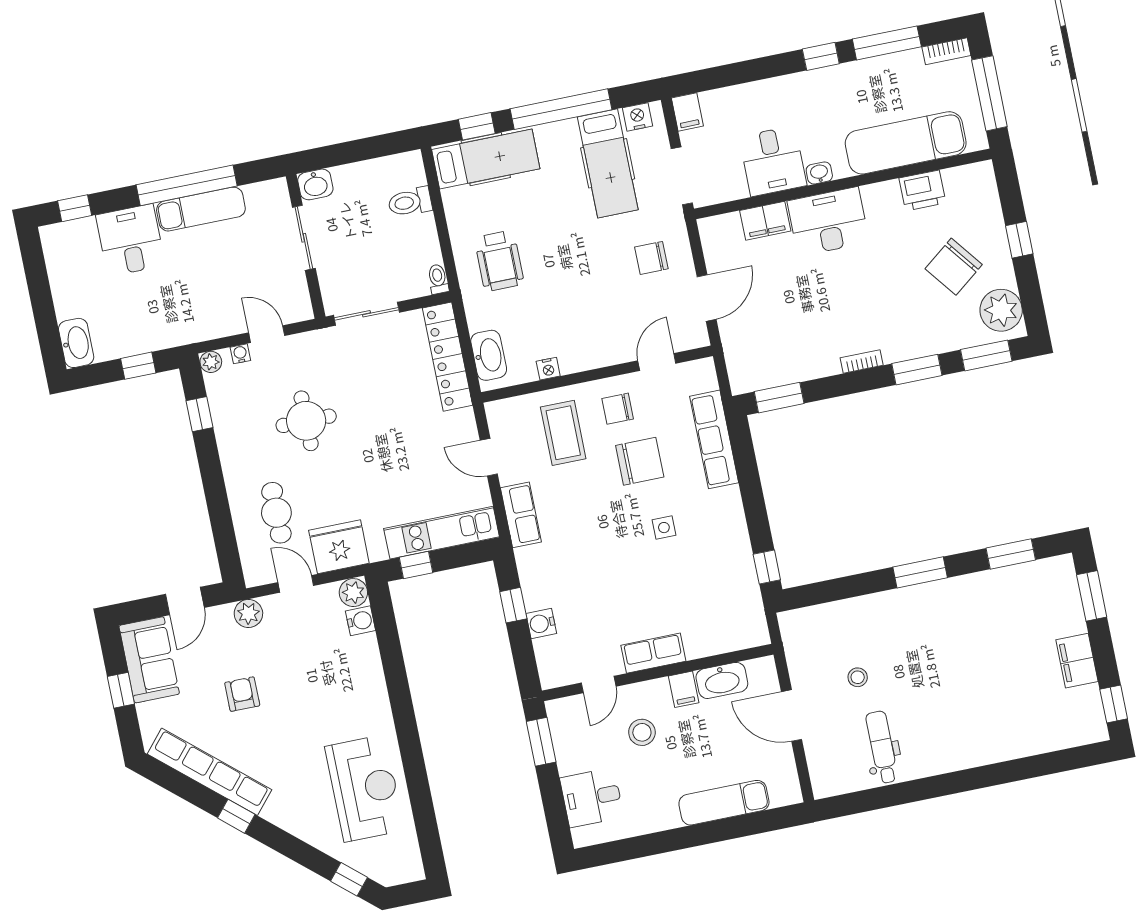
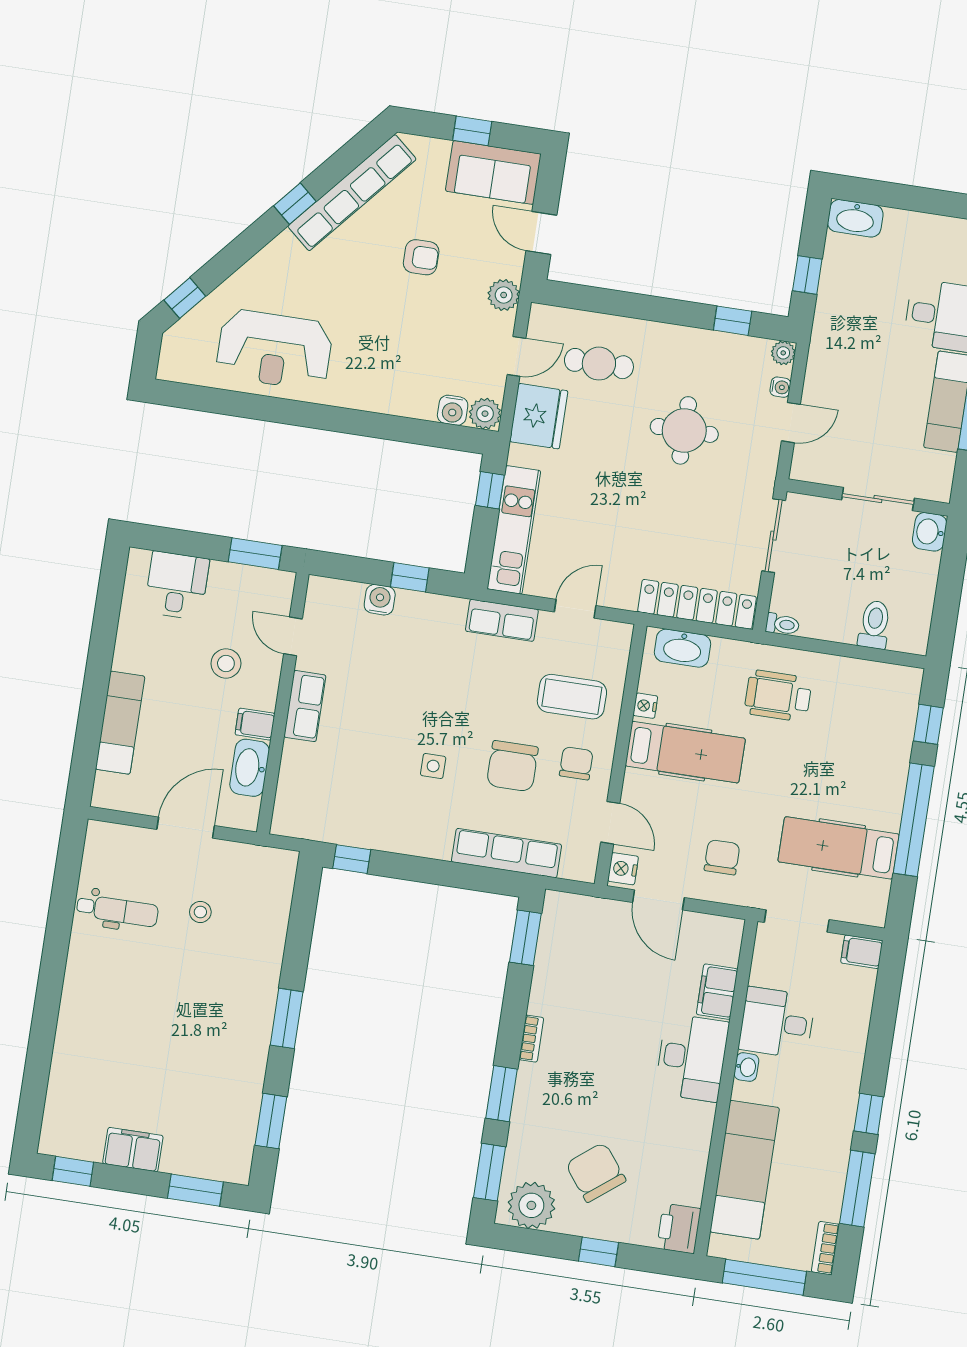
nightstand: (638, 117) -> (623, 869), moved, turned 180
hospital bed: (486, 159) -> (685, 752), moved, turned -90
printer: (922, 191) -> (679, 1229), moved

